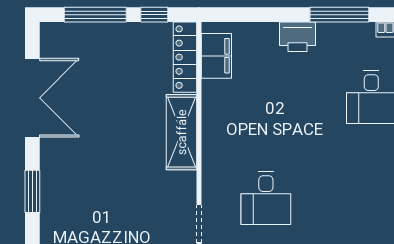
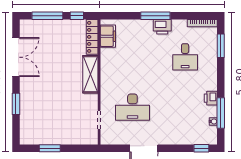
window: (339, 15) -> (155, 16), moved
printer: (297, 37) -> (162, 27), moved
desk: (266, 198) -> (132, 107), width x1.37

